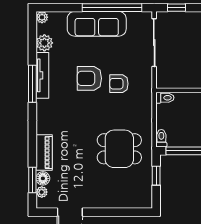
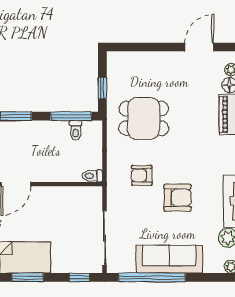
armchair: (119, 84) -> (142, 175), moved, turned 180
toilet: (161, 138) -> (76, 130), moved

